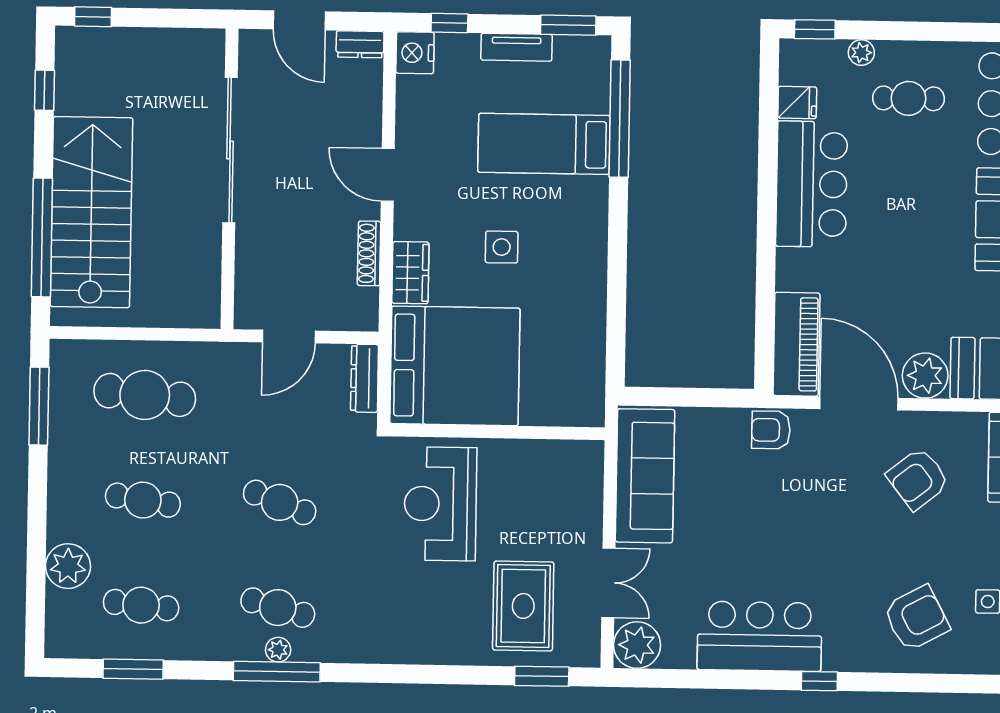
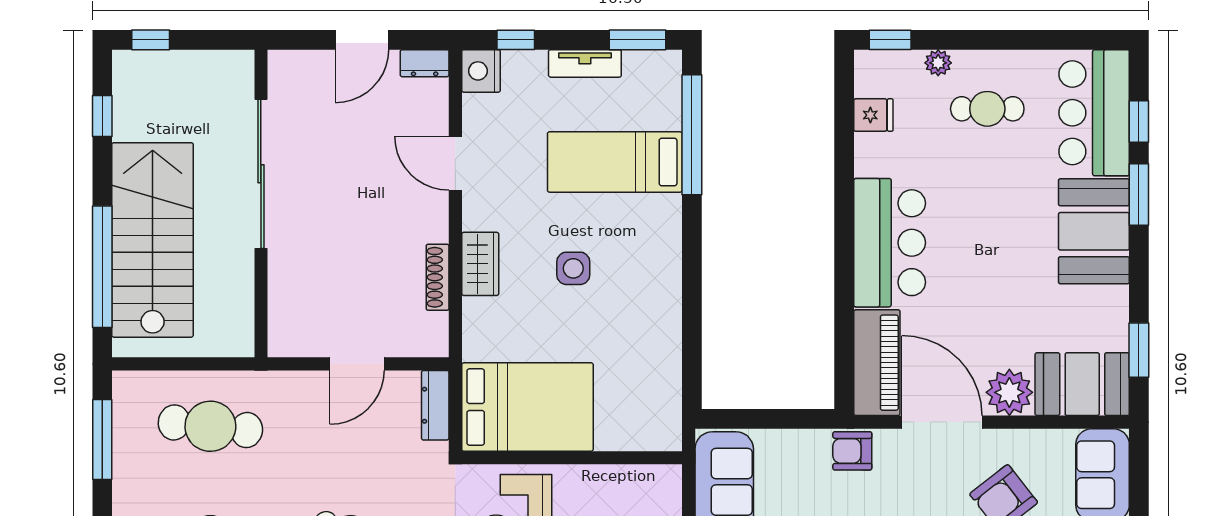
door: (299, 20) -> (362, 40), hinge flipped
sliding door: (230, 150) -> (261, 174), moved
door: (388, 175) -> (455, 163), moved
wall: (230, 179) -> (261, 203), moved
bar counter: (812, 184) -> (890, 243), moved
wardrobe: (410, 273) -> (480, 264), moved
bed: (455, 366) -> (527, 407), width x0.73

